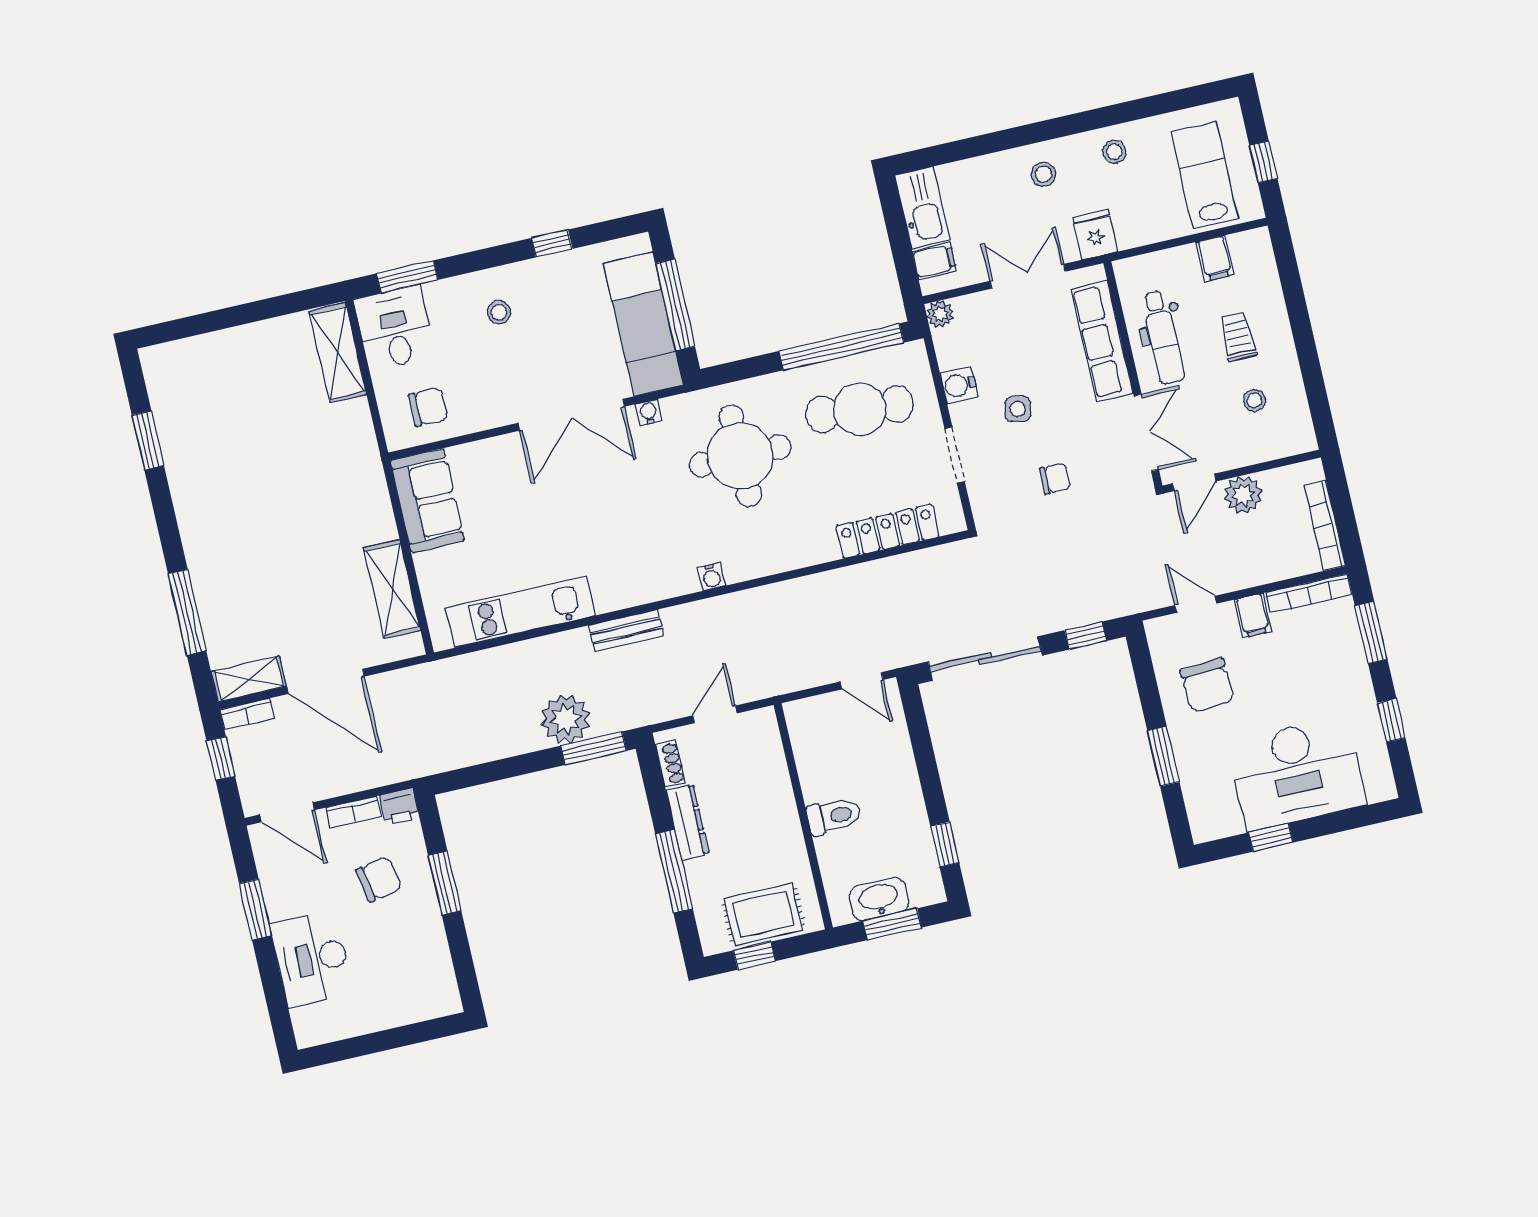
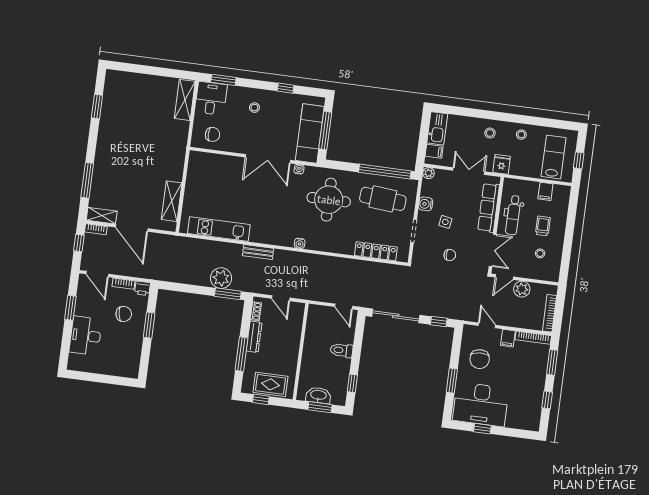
sofa: (427, 501) -> (199, 171), removed
door: (715, 714) -> (281, 298), swing flipped
desk: (1297, 774) -> (481, 404), moved
toilet: (834, 816) -> (341, 350), moved, turned 180

